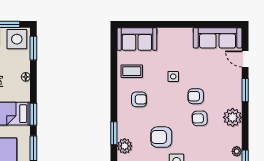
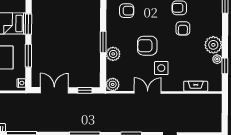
plant: (233, 117) -> (213, 45), moved
armchair: (200, 118) -> (183, 28), turned -87

